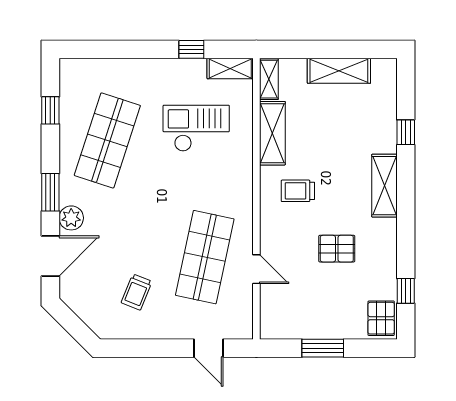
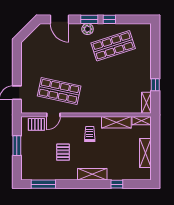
window: (50, 110) -> (109, 19), moved
checkout: (196, 128) -> (119, 87), removed
shop shelf: (107, 140) -> (113, 46), turned -36
plant: (71, 218) -> (88, 29), moved
window: (406, 291) -> (43, 184), width x2.17
trolley: (137, 292) -> (43, 59), removed
pallet: (381, 318) -> (36, 124), moved

